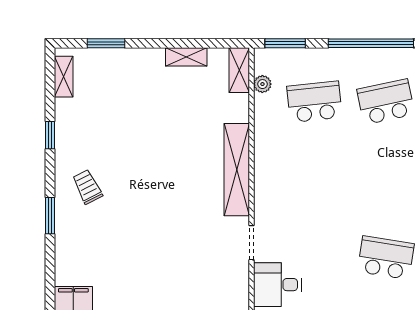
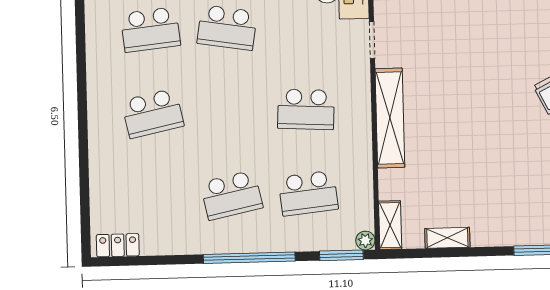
plant: (262, 84) -> (365, 241), moved
school desk: (314, 180) -> (306, 109), added

